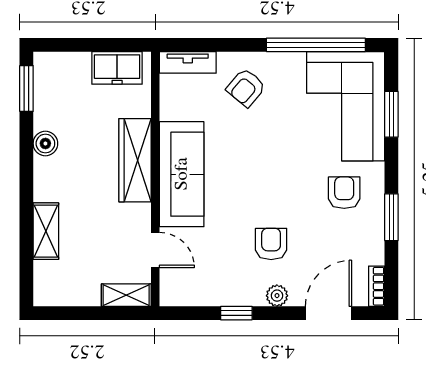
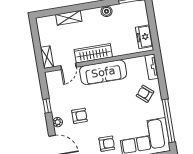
wardrobe: (135, 160) -> (93, 53), moved

